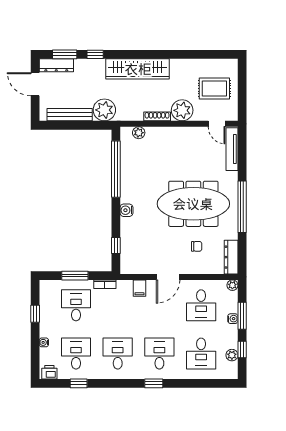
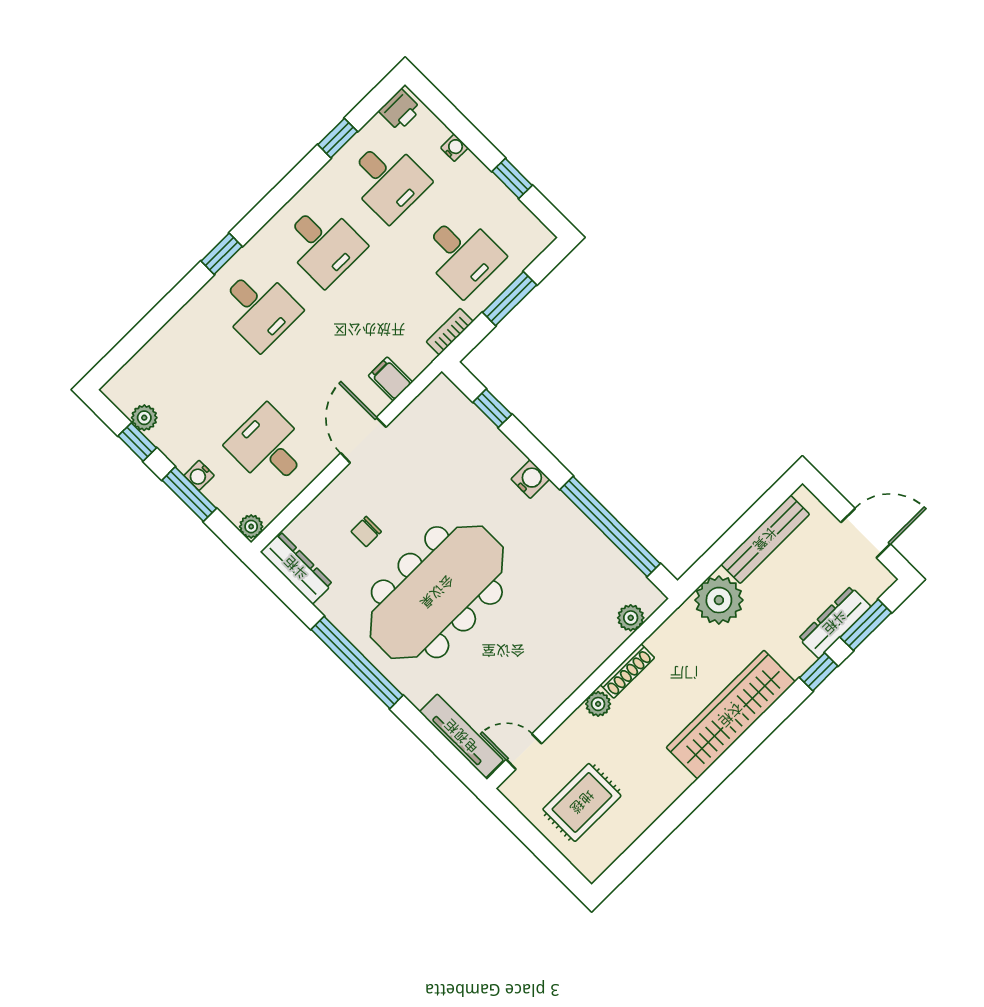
dresser: (56, 65) -> (835, 622), moved
plant: (182, 110) -> (598, 704), width x0.53, depth x0.53
desk: (201, 354) -> (194, 373), removed

